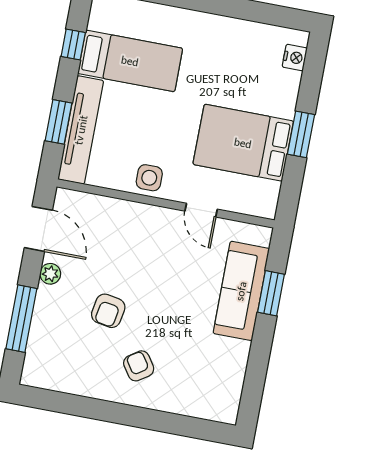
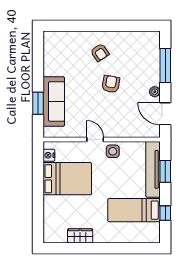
wardrobe: (239, 32) -> (80, 236), added
nightstand: (295, 58) -> (49, 155), moved
window: (301, 134) -> (38, 189), removed
door: (201, 210) -> (95, 140), moved
armchair: (108, 311) -> (111, 84), moved

